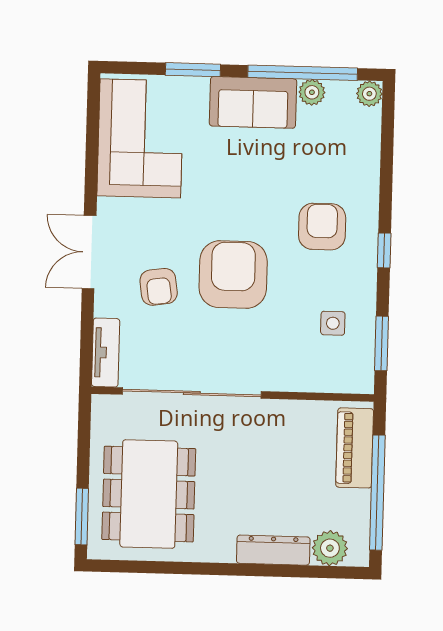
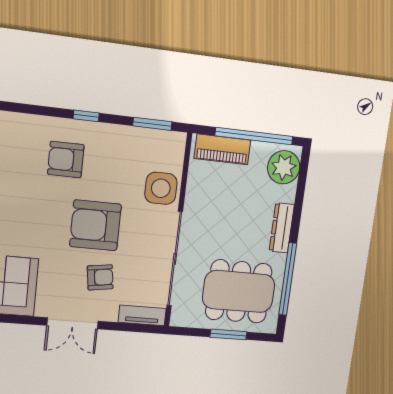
side table: (333, 323) -> (161, 188), moved, width x1.87, depth x1.87
window: (82, 517) -> (228, 334), moved
plant: (330, 548) -> (284, 167), width x1.36, depth x1.36
dresser: (273, 550) -> (282, 228), moved
window: (172, 568) -> (288, 279), added

